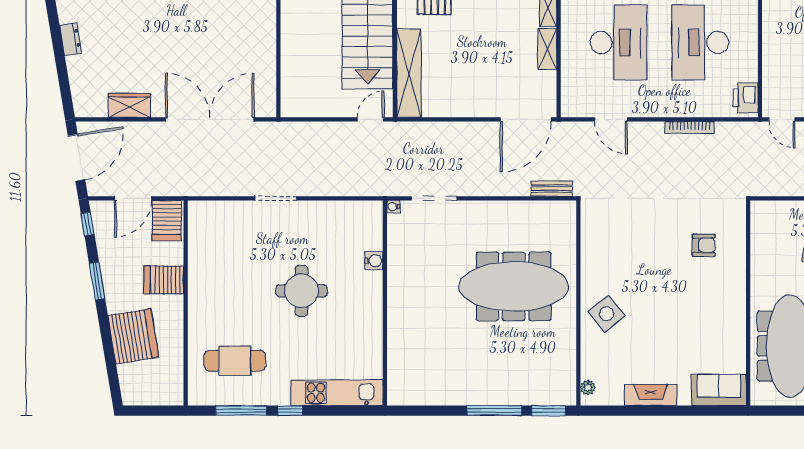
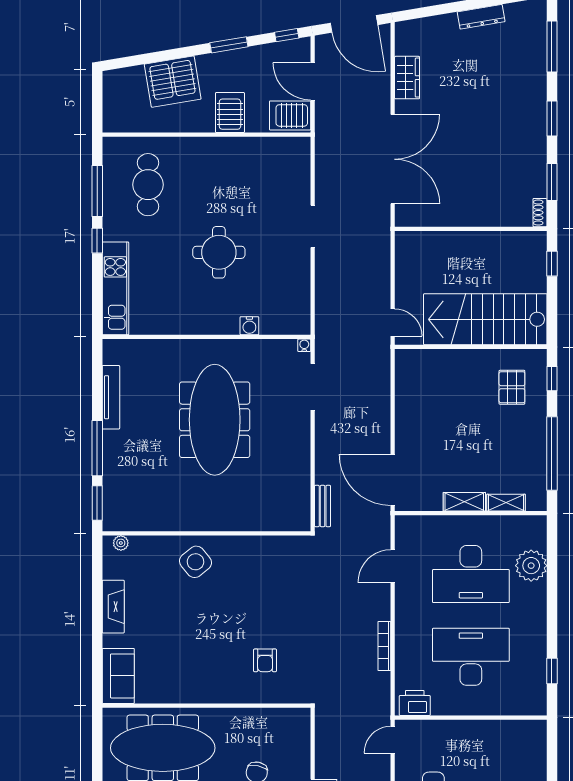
dresser: (71, 39) -> (481, 17), width x1.44
shelving: (409, 73) -> (440, 361), removed
meeting table: (514, 286) -> (215, 420), moved
tv unit: (444, 397) -> (111, 397), added

